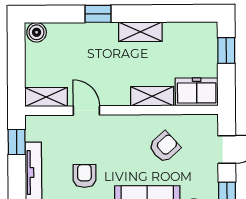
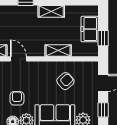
window: (226, 50) -> (103, 38), moved
freezer: (197, 92) -> (90, 29), moved, turned -90

